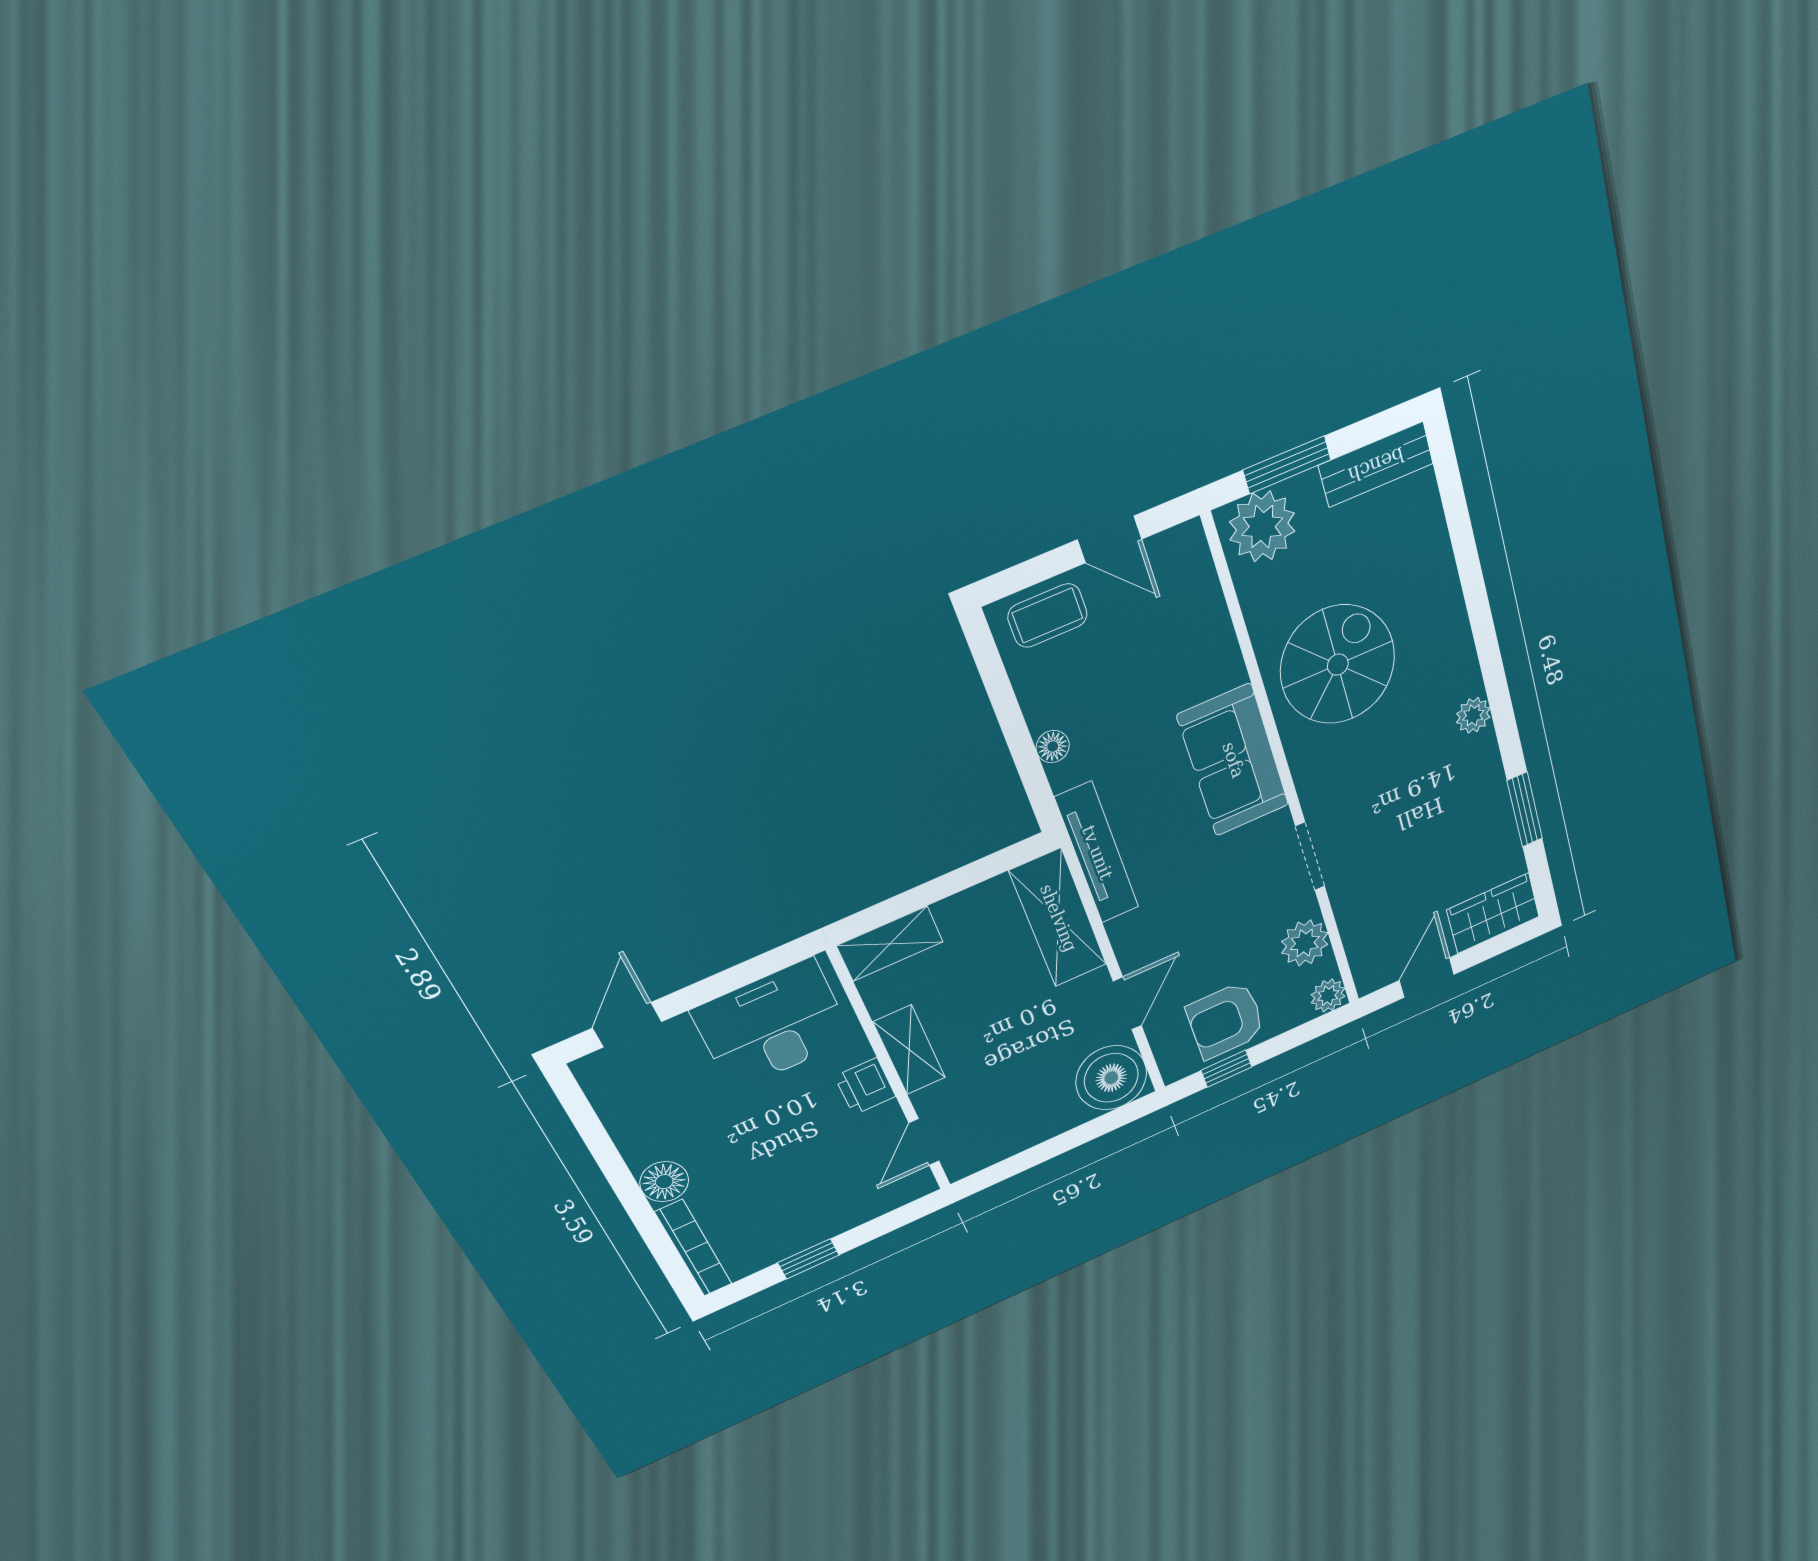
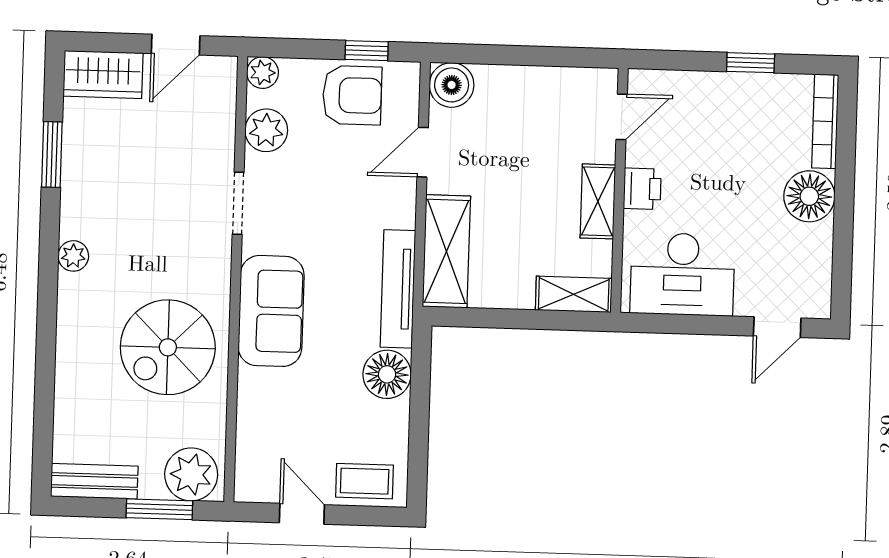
floor lamp: (1053, 747) -> (387, 374), width x1.89, depth x1.89
boiler: (1111, 1078) -> (452, 85), width x0.73, depth x0.73
floor lamp: (664, 1182) -> (809, 196), width x1.38, depth x1.38

